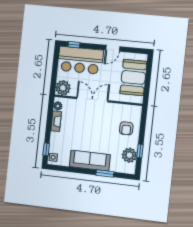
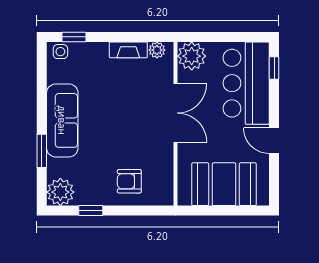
plant: (129, 155) -> (60, 192), moved

